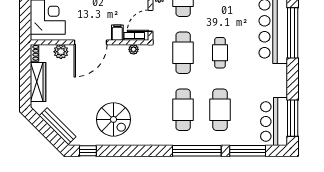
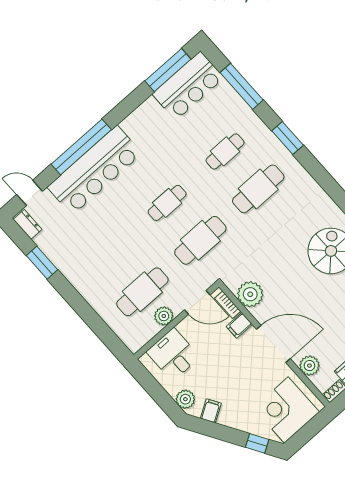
plant: (134, 49) -> (250, 294), width x1.87, depth x1.87
cafe table: (220, 110) -> (225, 151), width x0.73, depth x0.74
window: (197, 151) -> (288, 138), width x0.47

